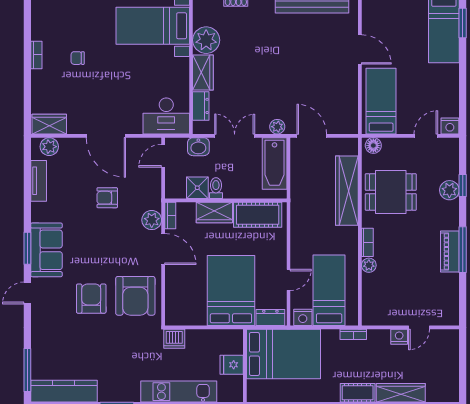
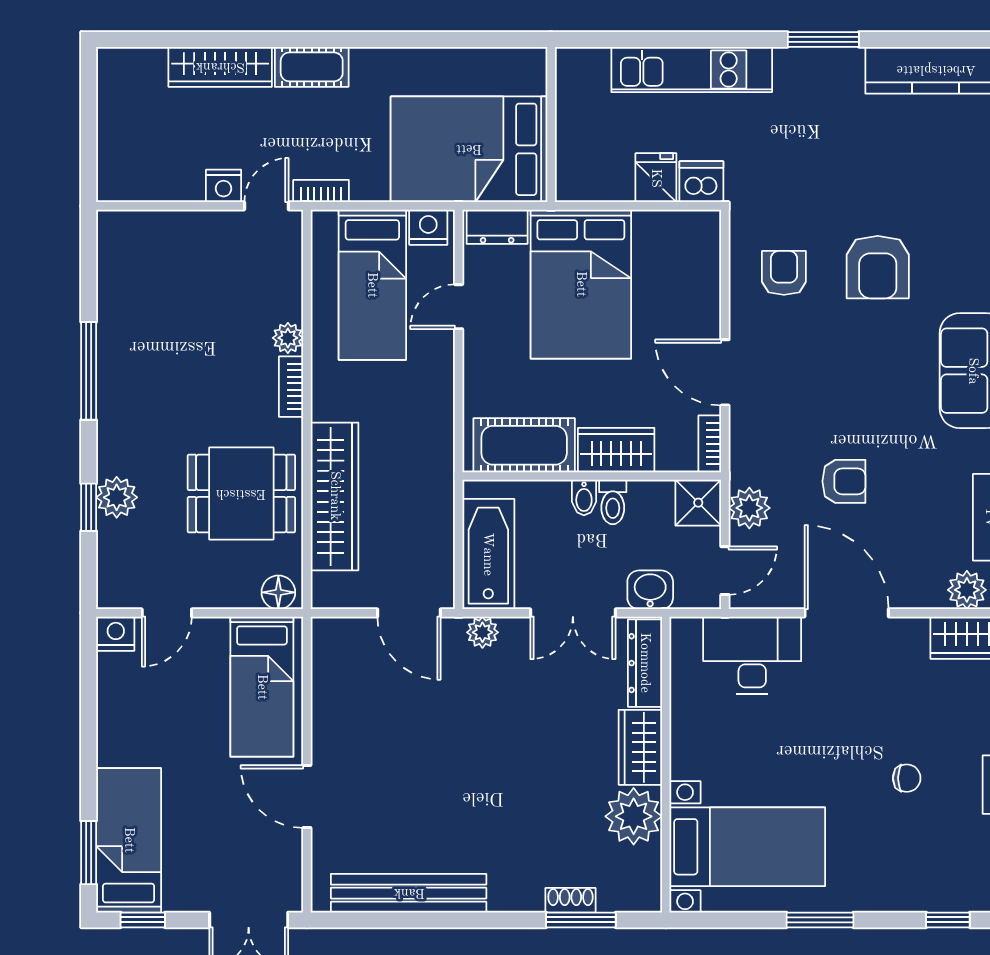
dresser: (201, 106) -> (645, 663), width x1.44
desk: (166, 116) -> (752, 655), moved
shower: (197, 188) -> (698, 503), moved
bidet: (229, 190) -> (584, 498), added
plant: (152, 220) -> (749, 508), moved
piano: (450, 251) -> (116, 367), removed
armchair: (135, 296) -> (784, 273), width x0.53, depth x0.53
door: (419, 327) -> (266, 206), moved
fridge: (232, 365) -> (656, 178), moved, turned -90

